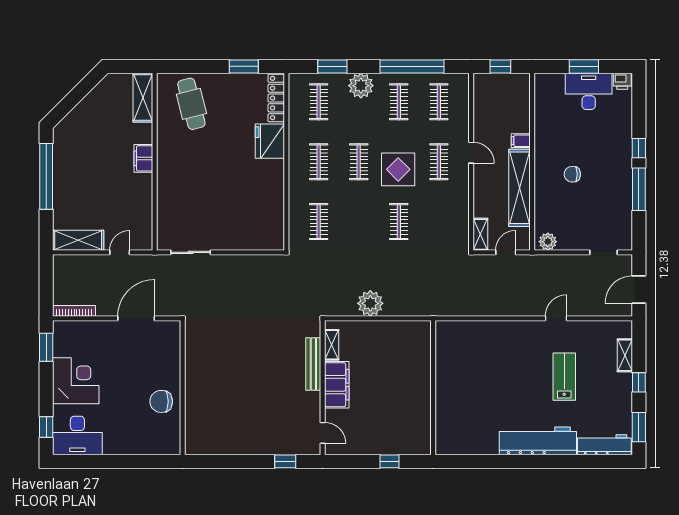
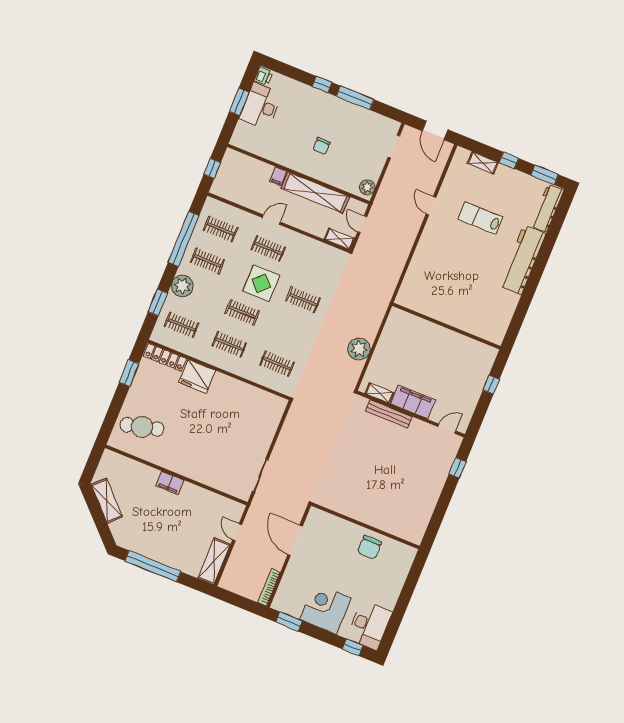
shelving: (143, 98) -> (107, 501), moved, turned 45

